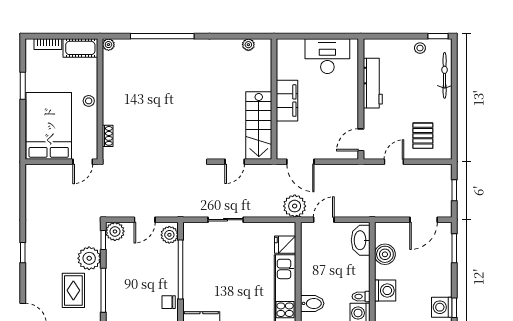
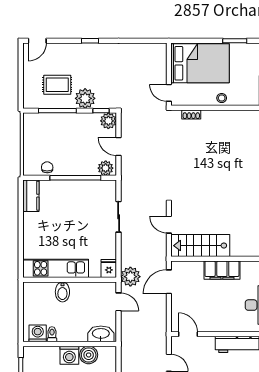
fridge: (285, 245) -> (109, 268), moved
washing machine: (385, 291) -> (69, 355), moved
bidet: (312, 303) -> (62, 292), moved

